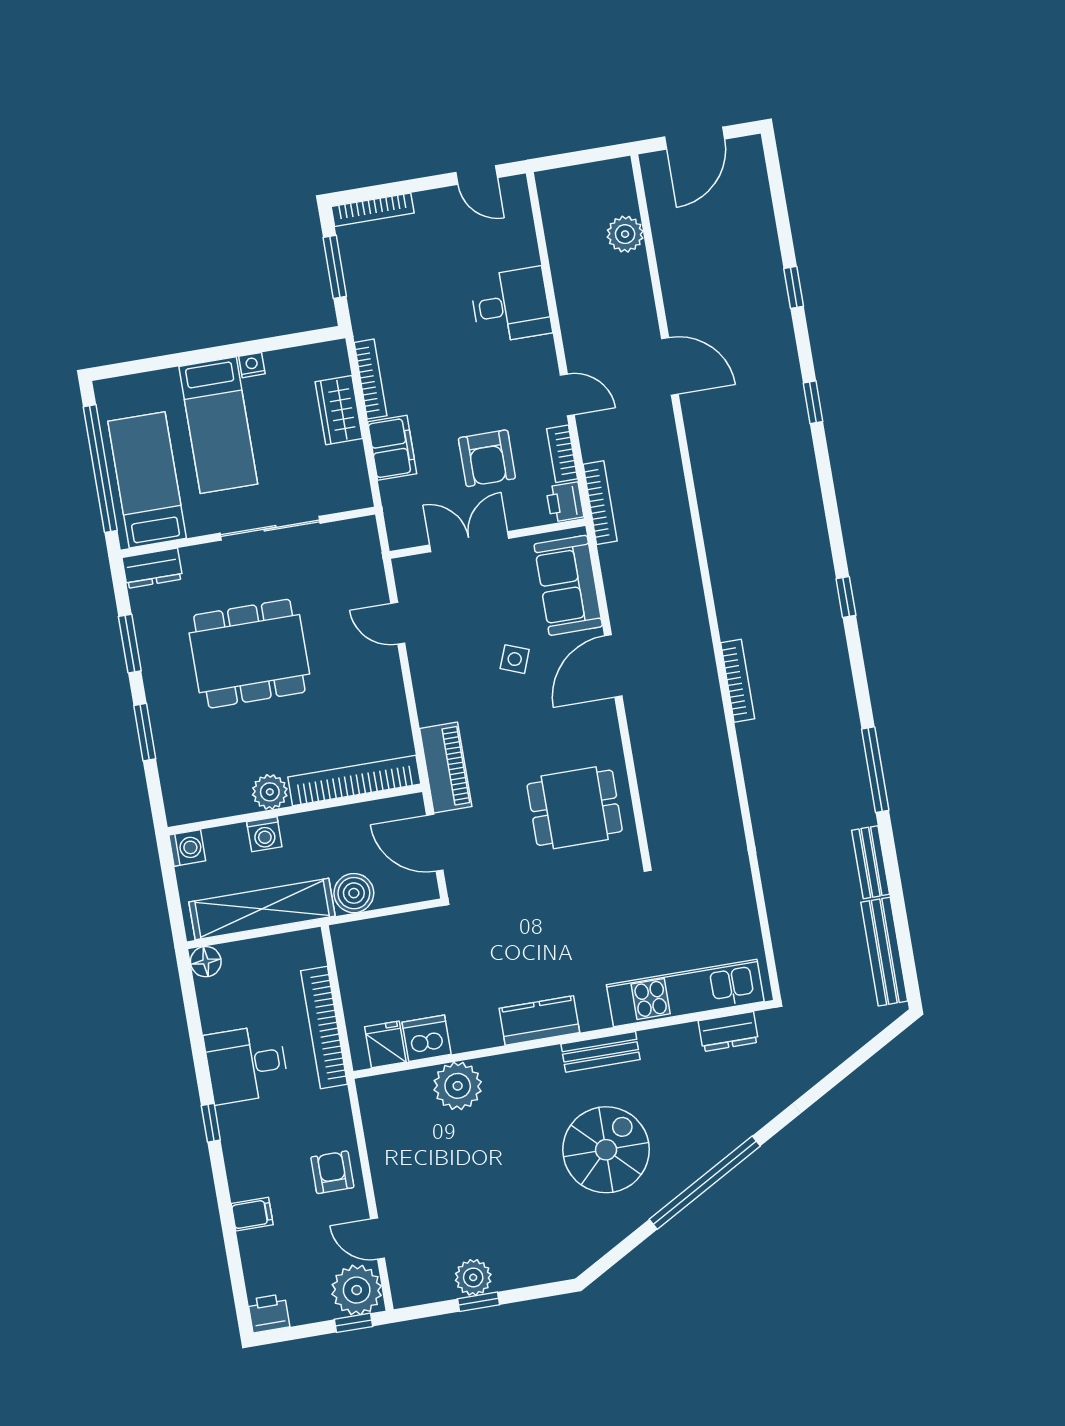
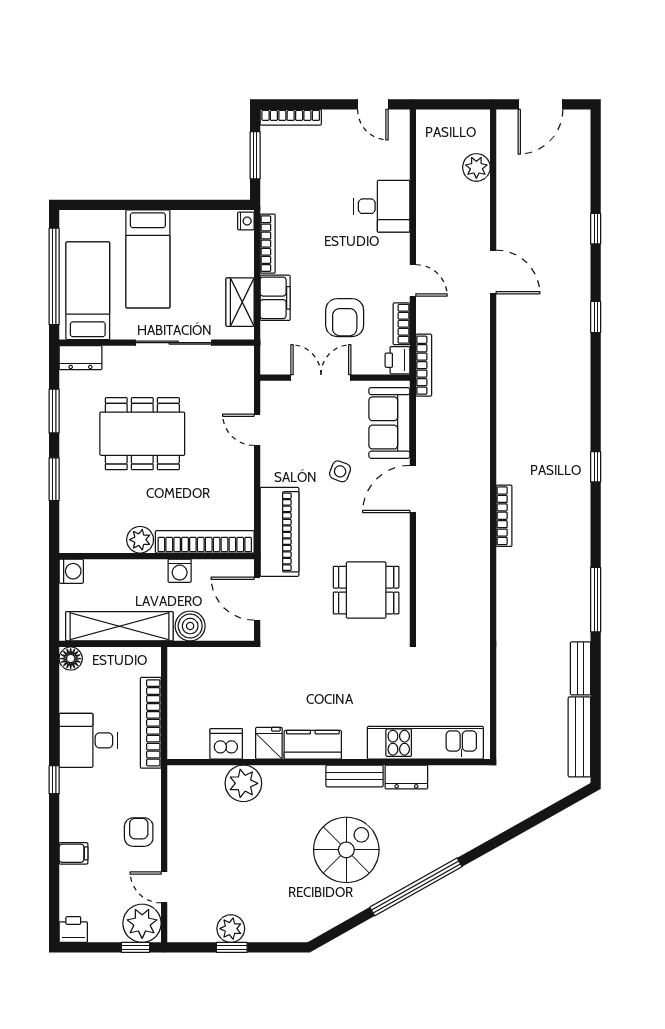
nightstand: (252, 365) -> (246, 221), moved, turned 90
wardrobe: (339, 410) -> (240, 302), moved
piano: (446, 768) -> (279, 532), width x1.37, depth x1.33
washing machine: (264, 834) -> (180, 571), moved
dresser: (728, 1032) -> (406, 777), moved
fridge: (385, 1044) -> (269, 743), moved

